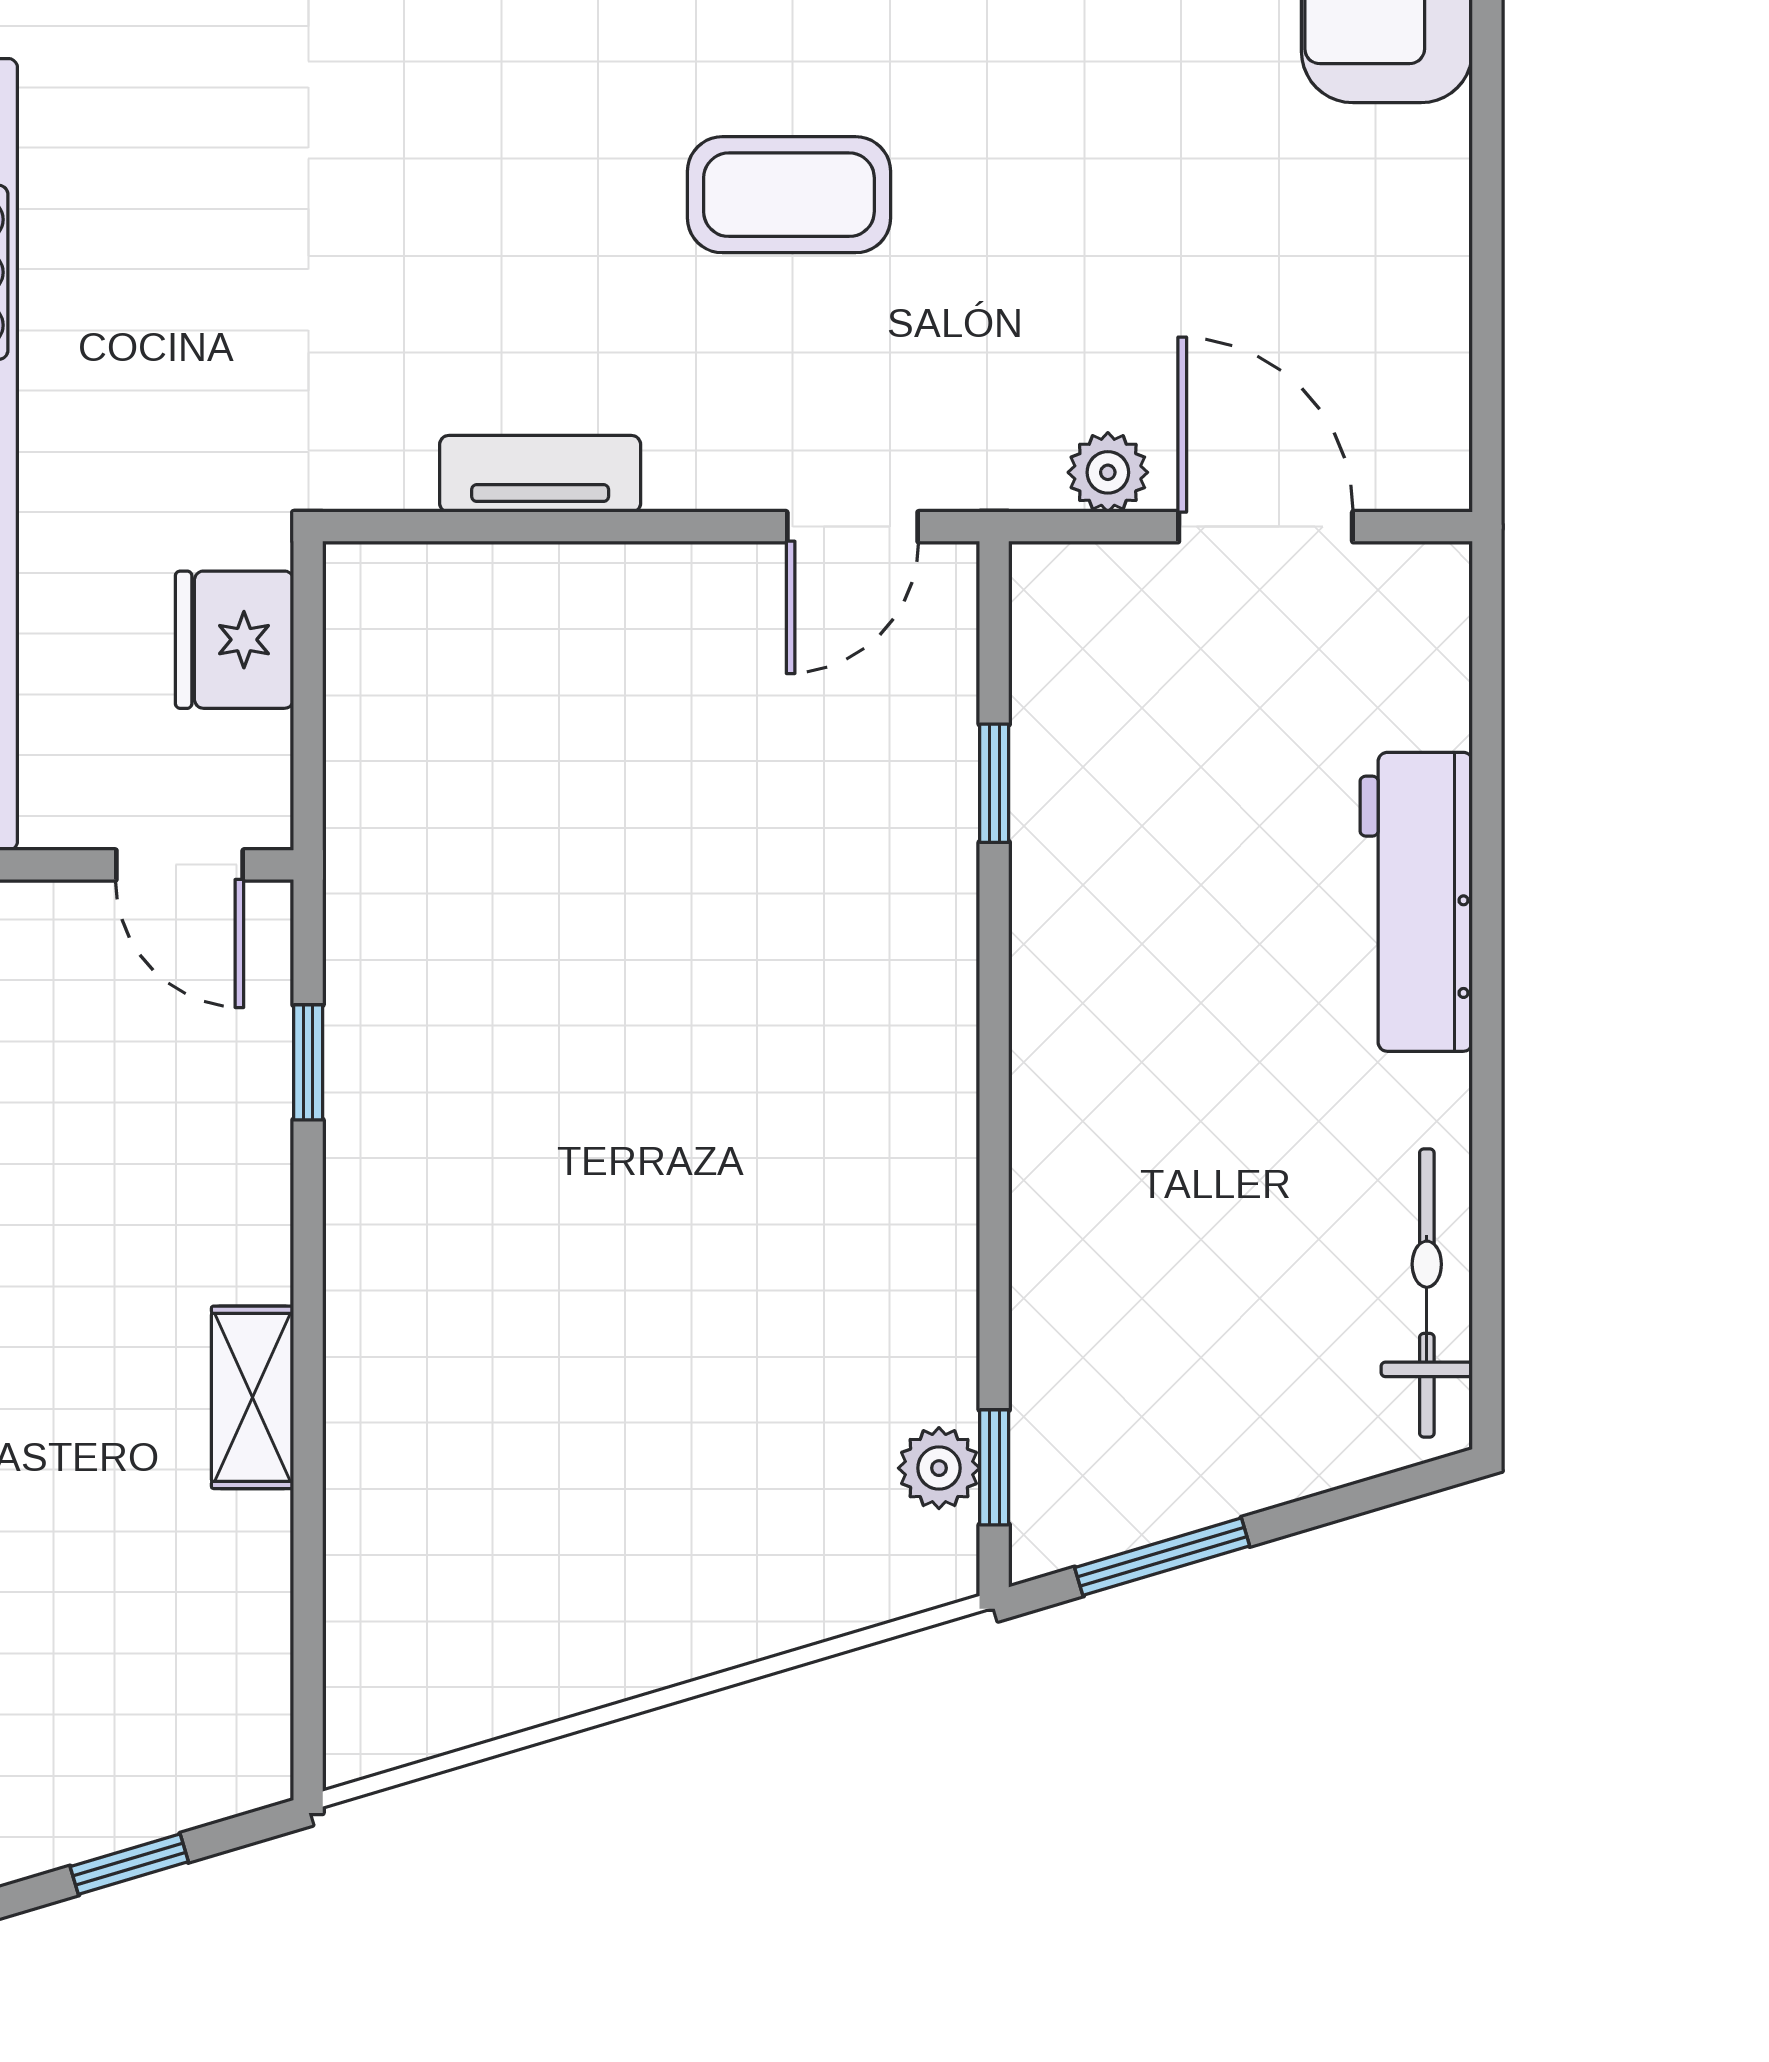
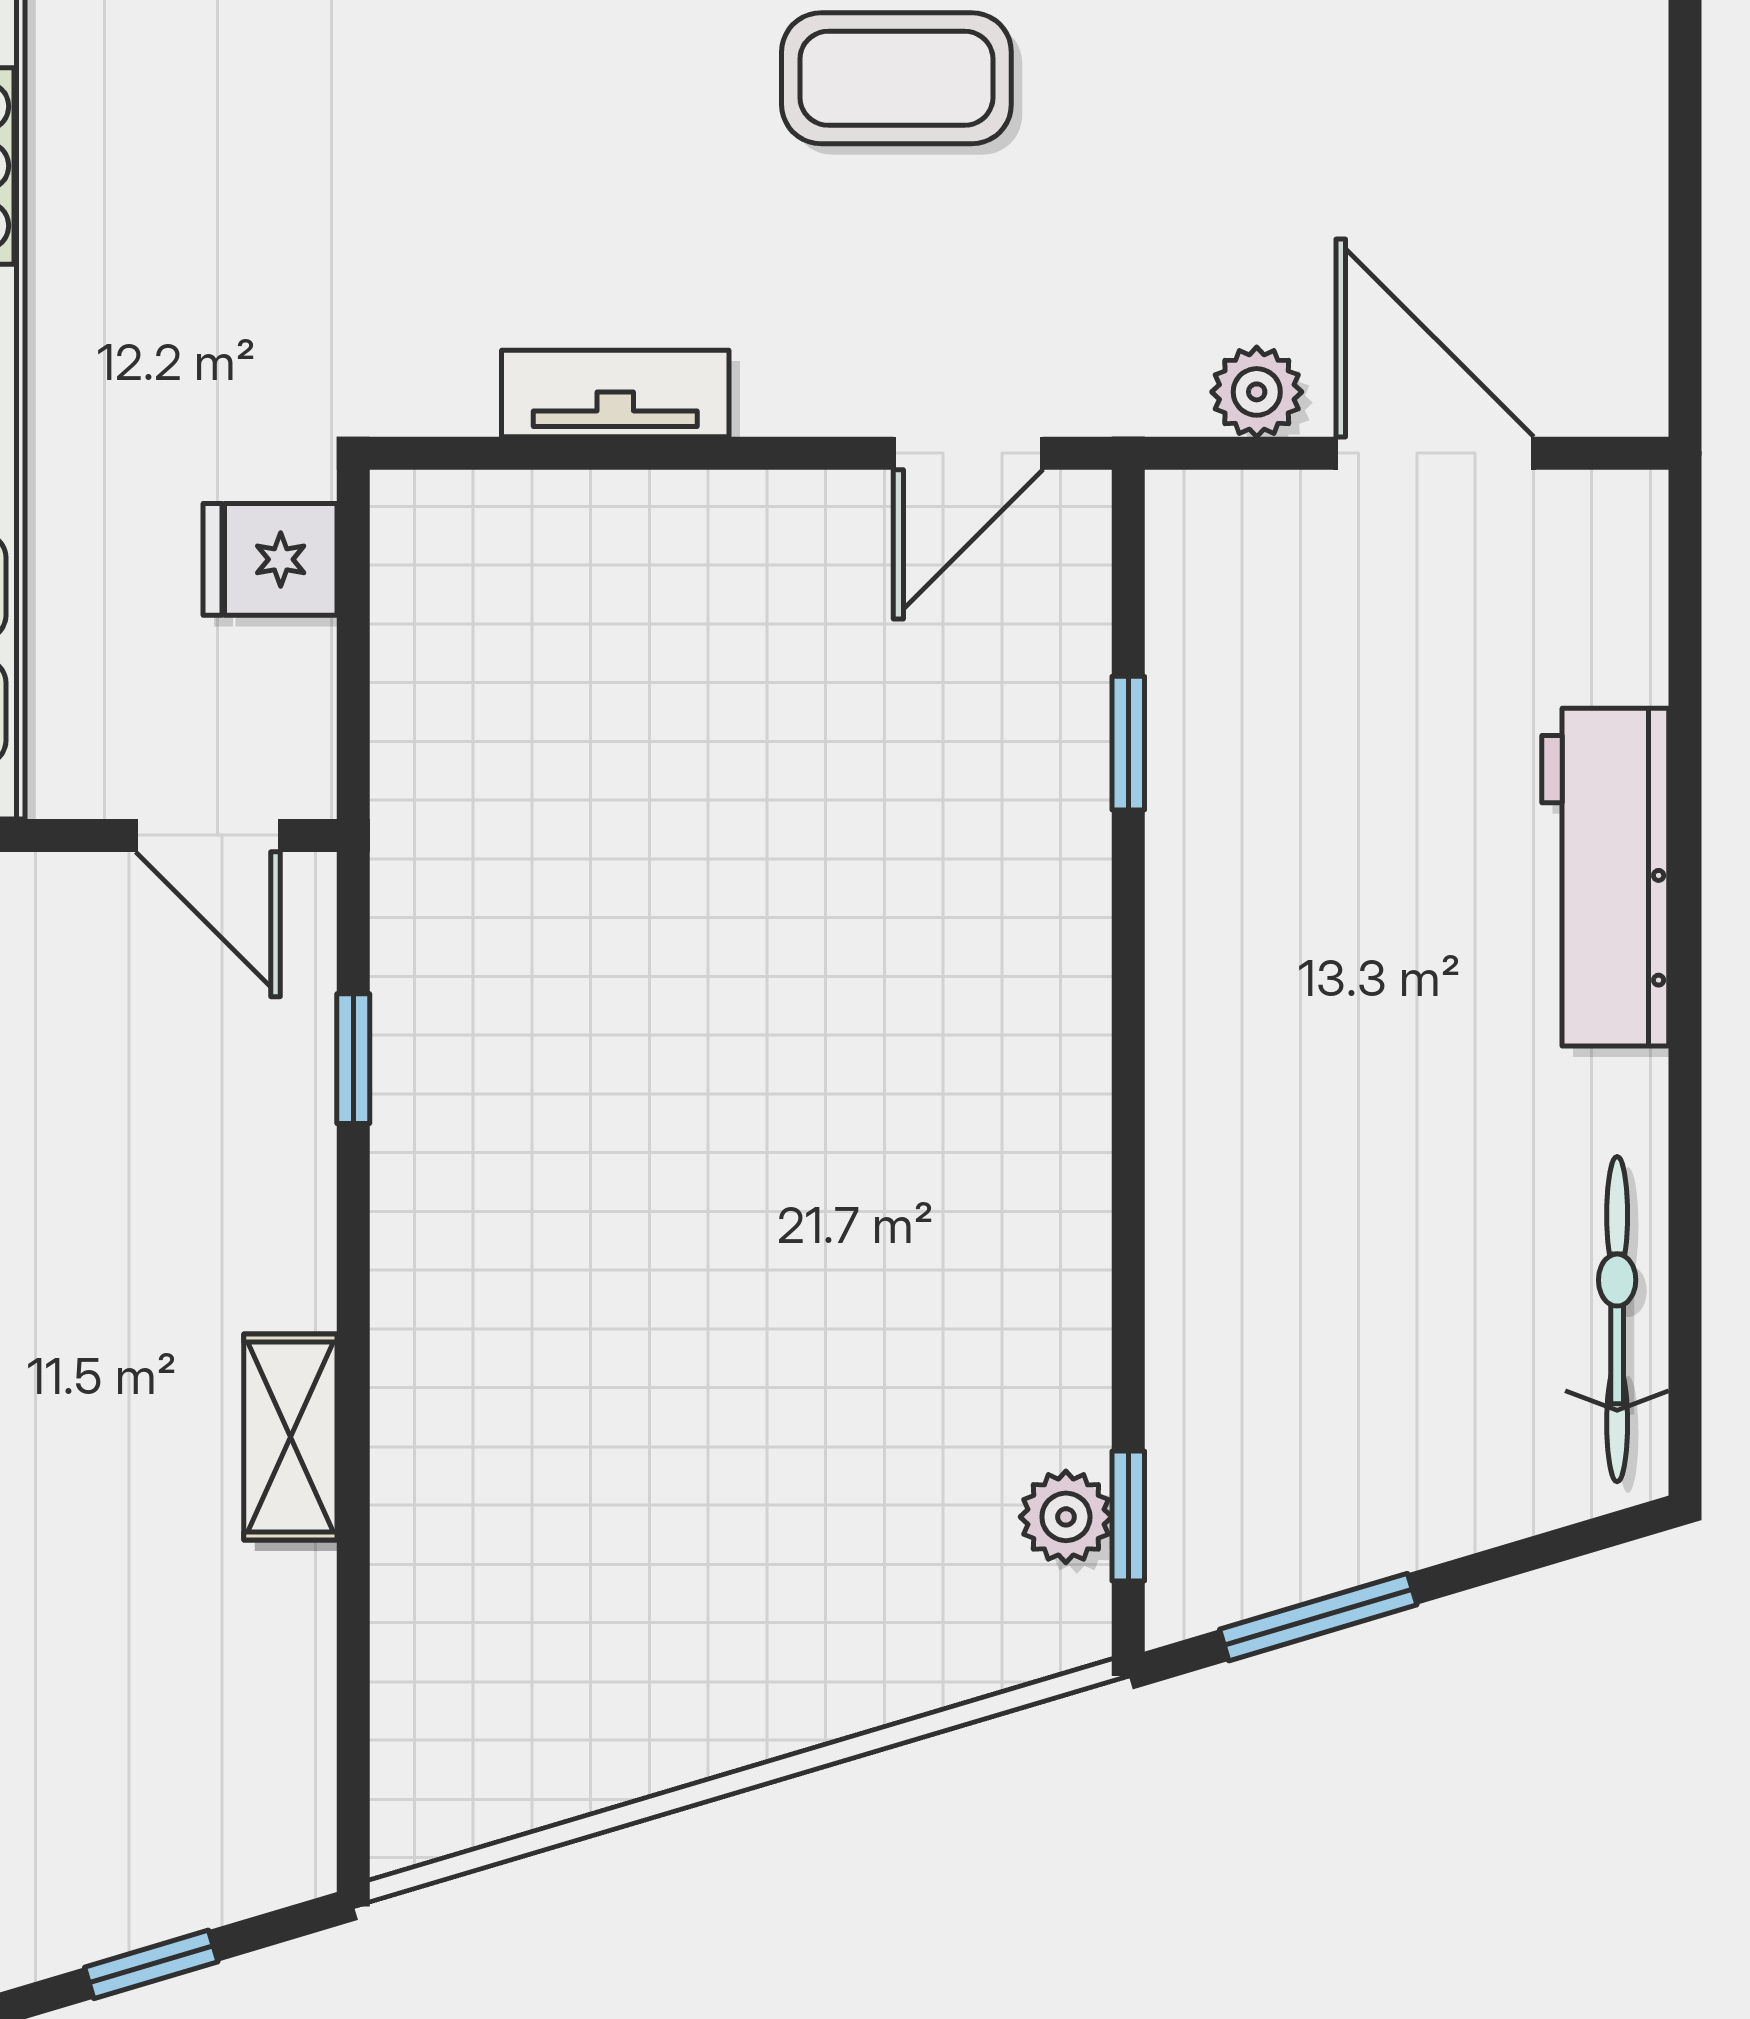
fridge: (235, 640) -> (270, 559), width x0.72

